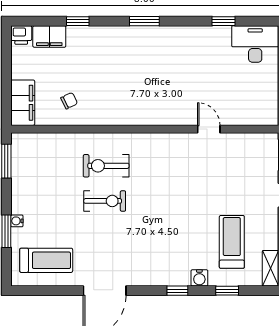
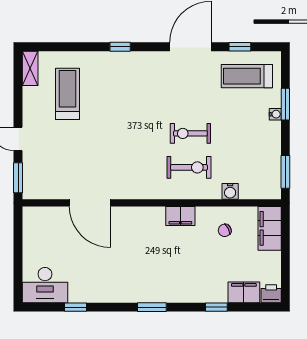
filing cabinet: (115, 116) -> (180, 216), added
door: (209, 129) -> (90, 203), width x1.88
treadmill: (232, 242) -> (68, 94), turned 180
water cooler: (199, 278) -> (230, 191), moved, turned 180
window: (227, 291) -> (240, 47), moved

